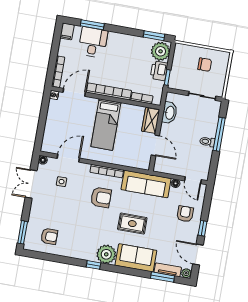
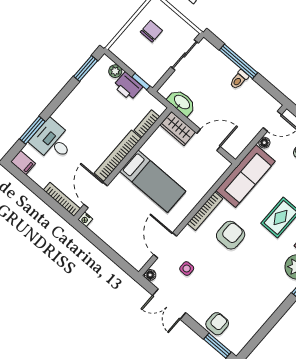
plant: (161, 51) -> (115, 71), width x0.53, depth x0.53
armchair: (49, 236) -> (217, 324), moved

